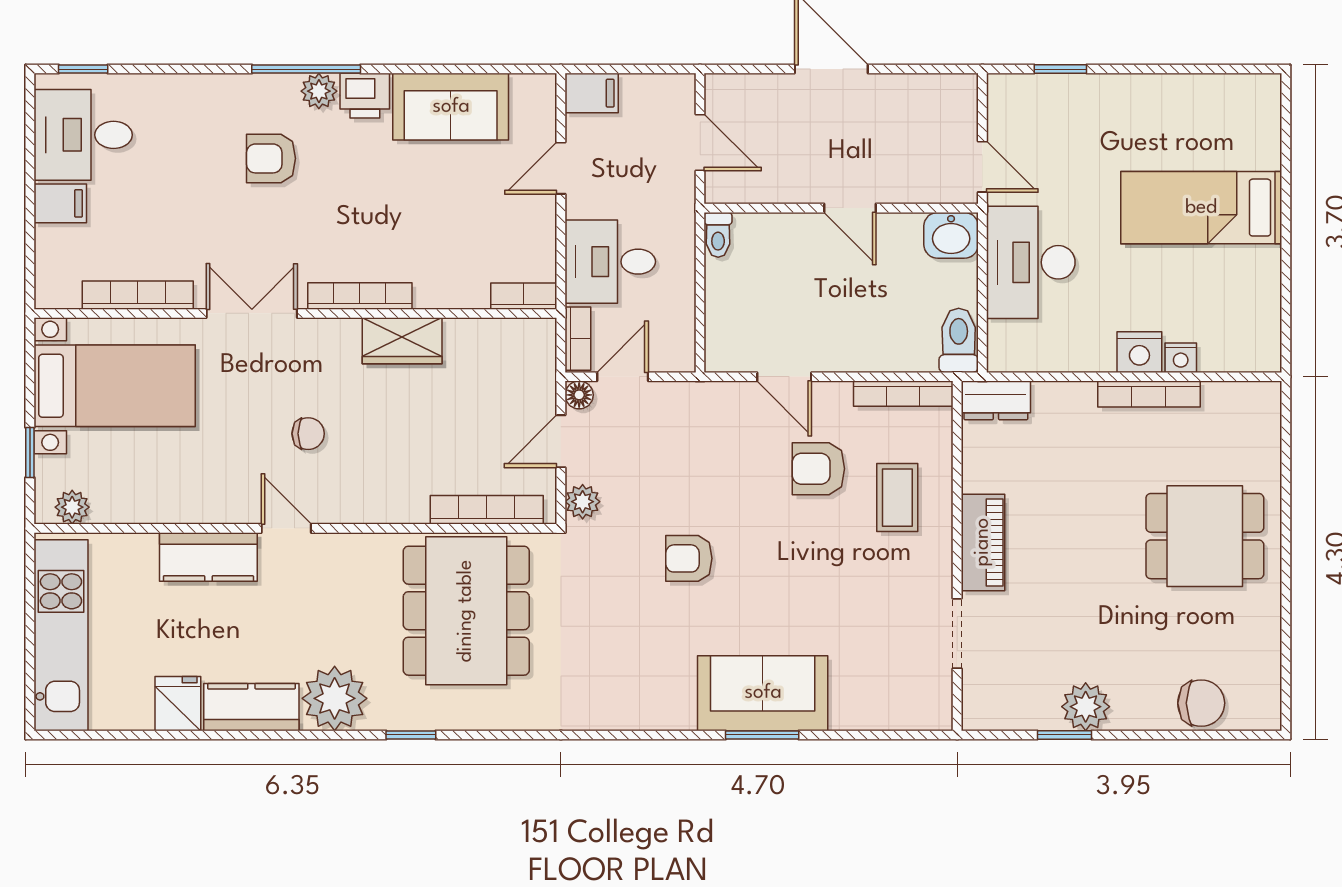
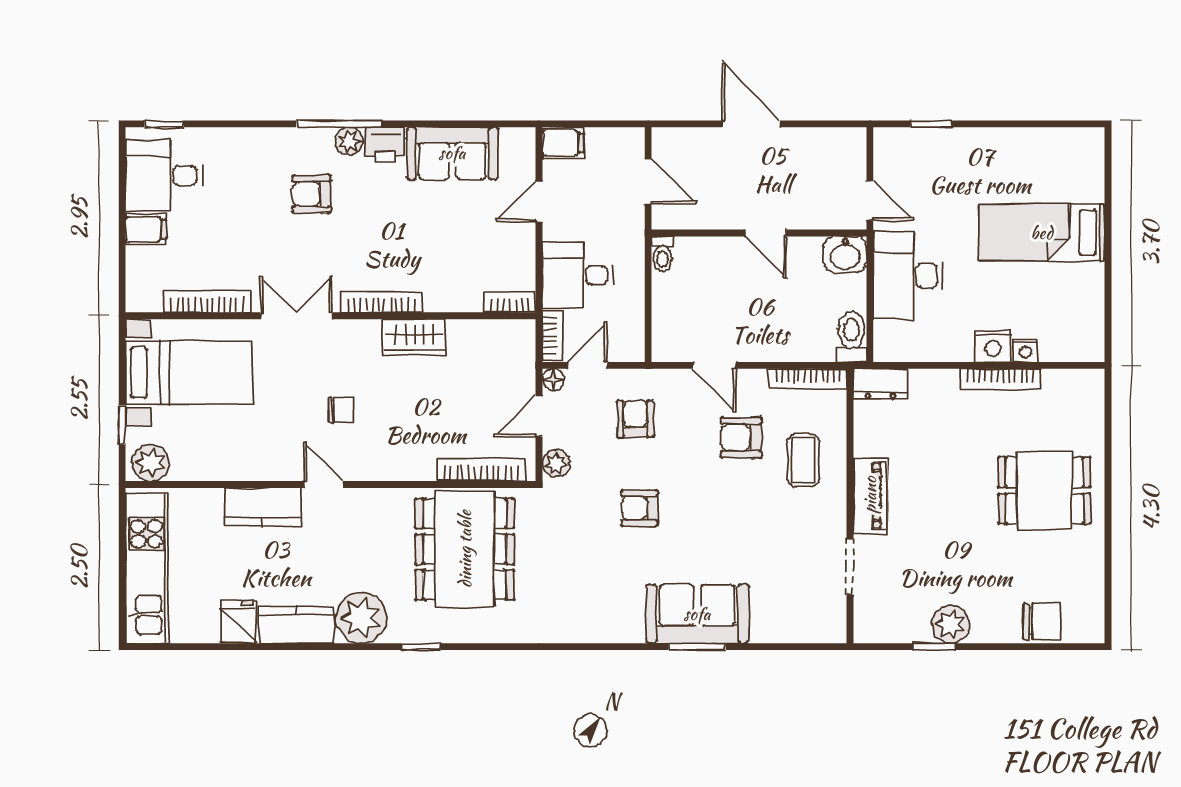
armchair: (684, 445) -> (635, 419), added
plant: (72, 507) -> (150, 463), width x1.38, depth x1.38

